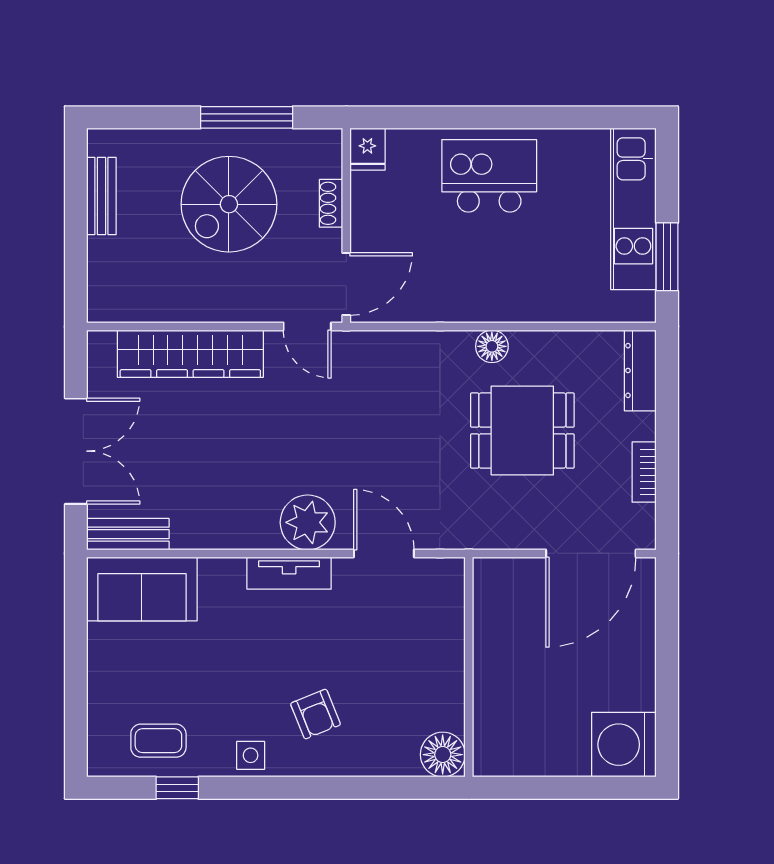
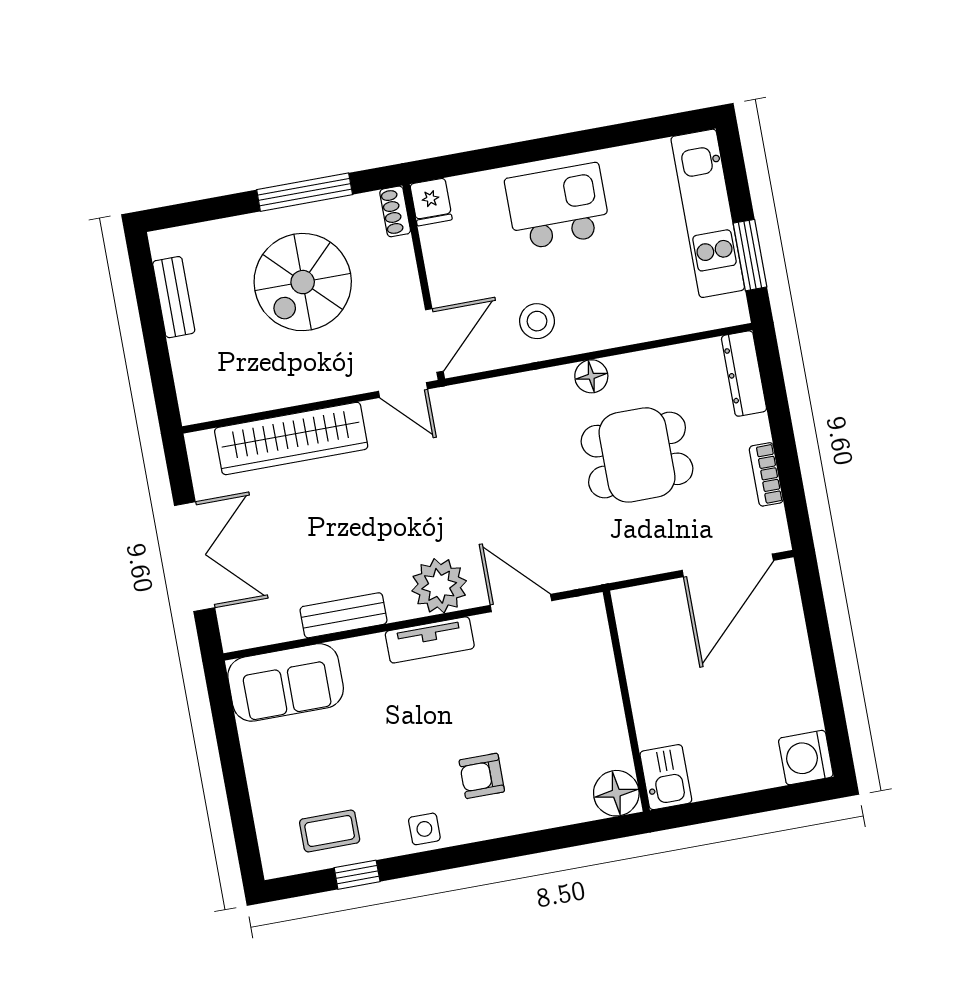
shoe rack: (331, 203) -> (395, 211), moved
stool: (449, 283) -> (537, 321), added
bench: (128, 534) -> (343, 615), moved
armchair: (316, 714) -> (482, 776), turned 112
washing machine: (624, 745) -> (806, 758), width x0.73, depth x0.73
kitchen sink: (494, 748) -> (666, 777), added

